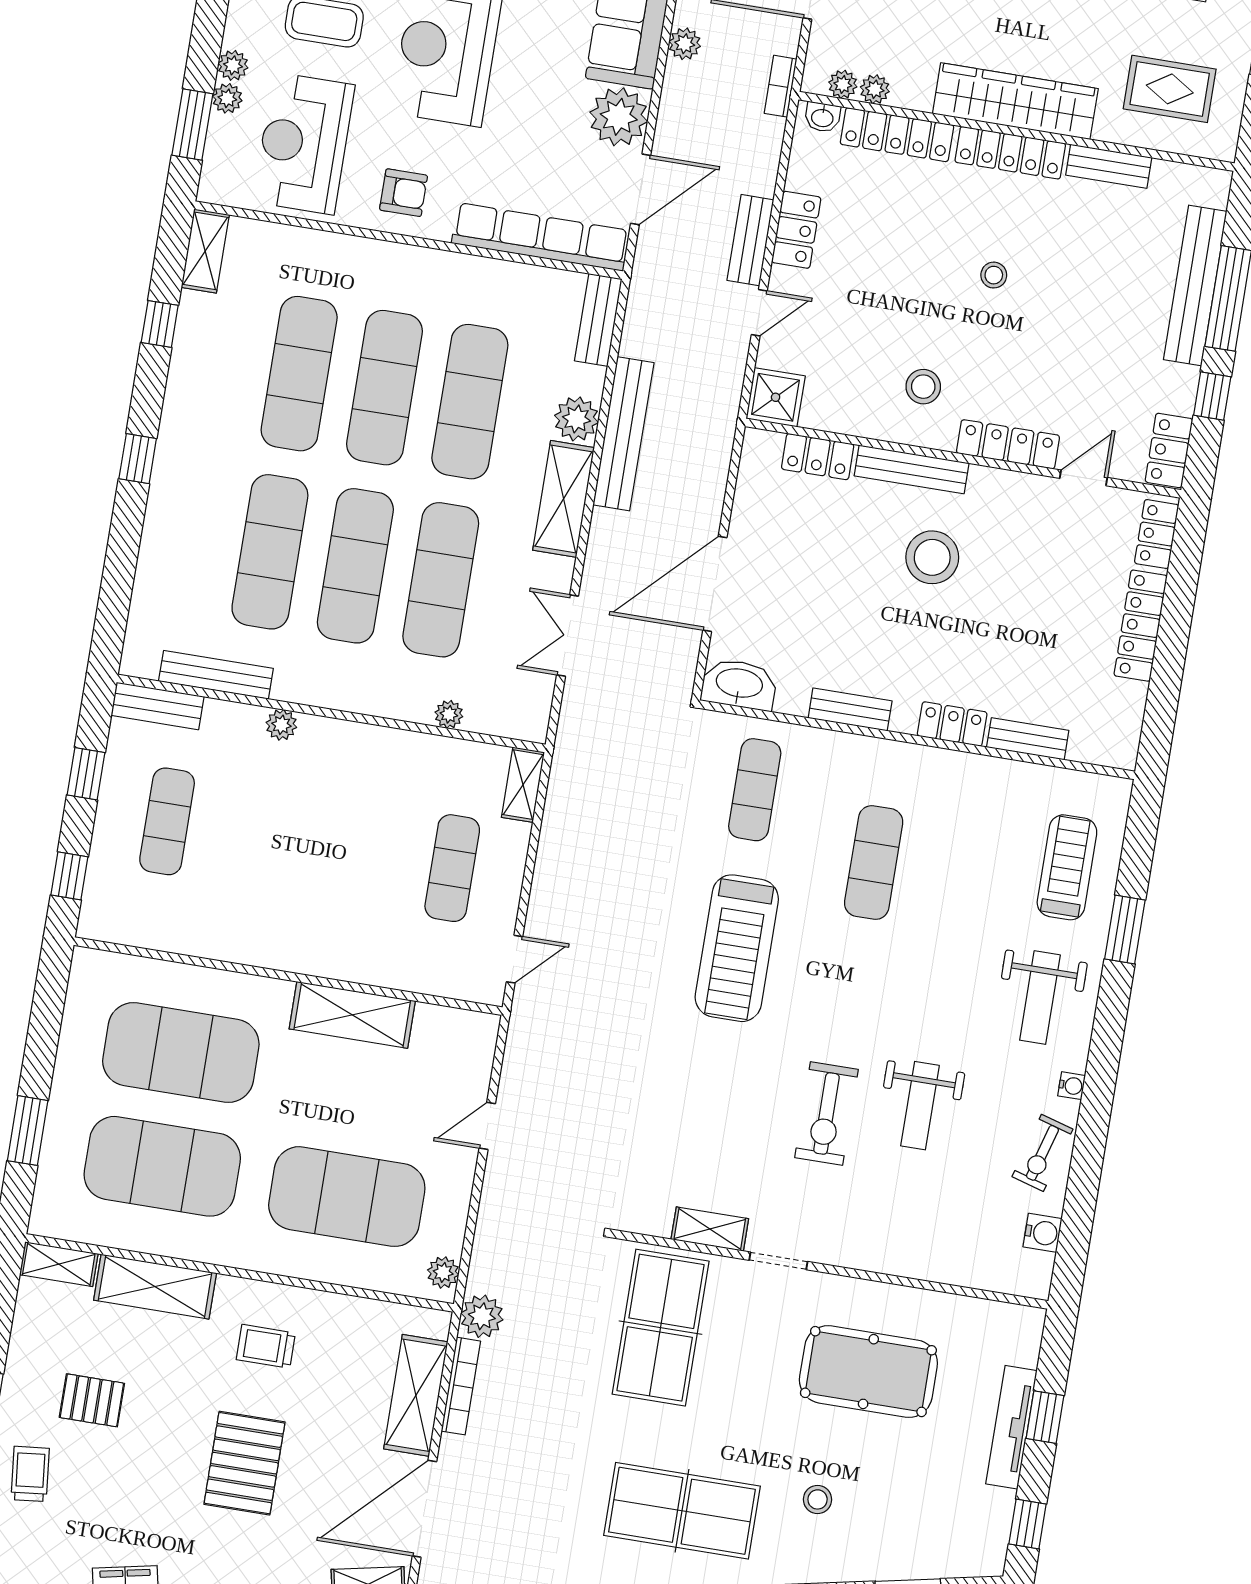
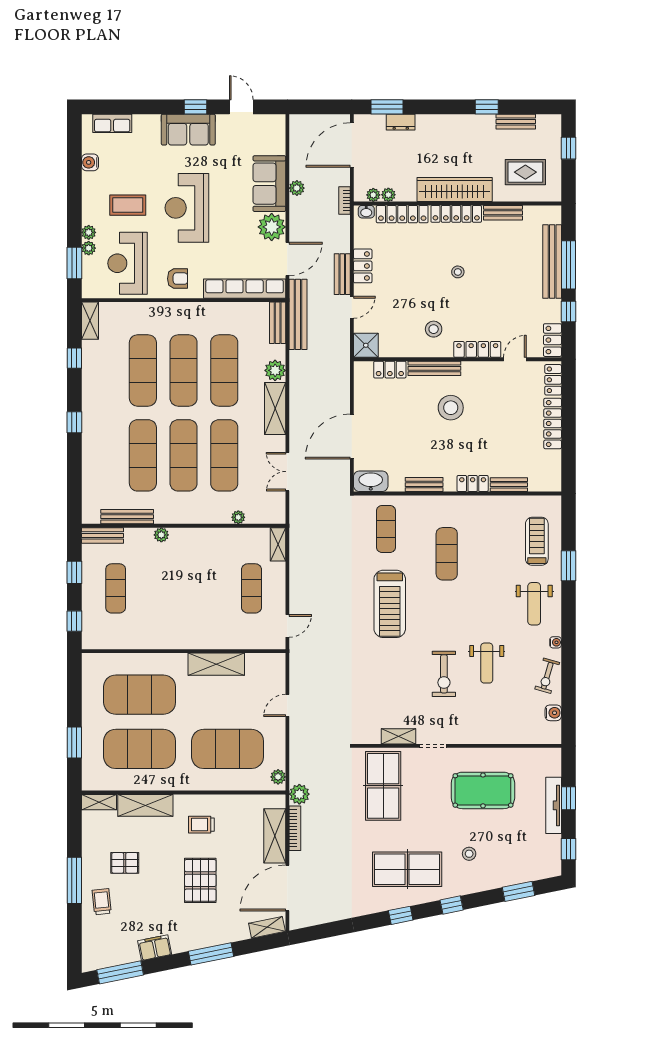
bench: (623, 434) -> (298, 314), moved

